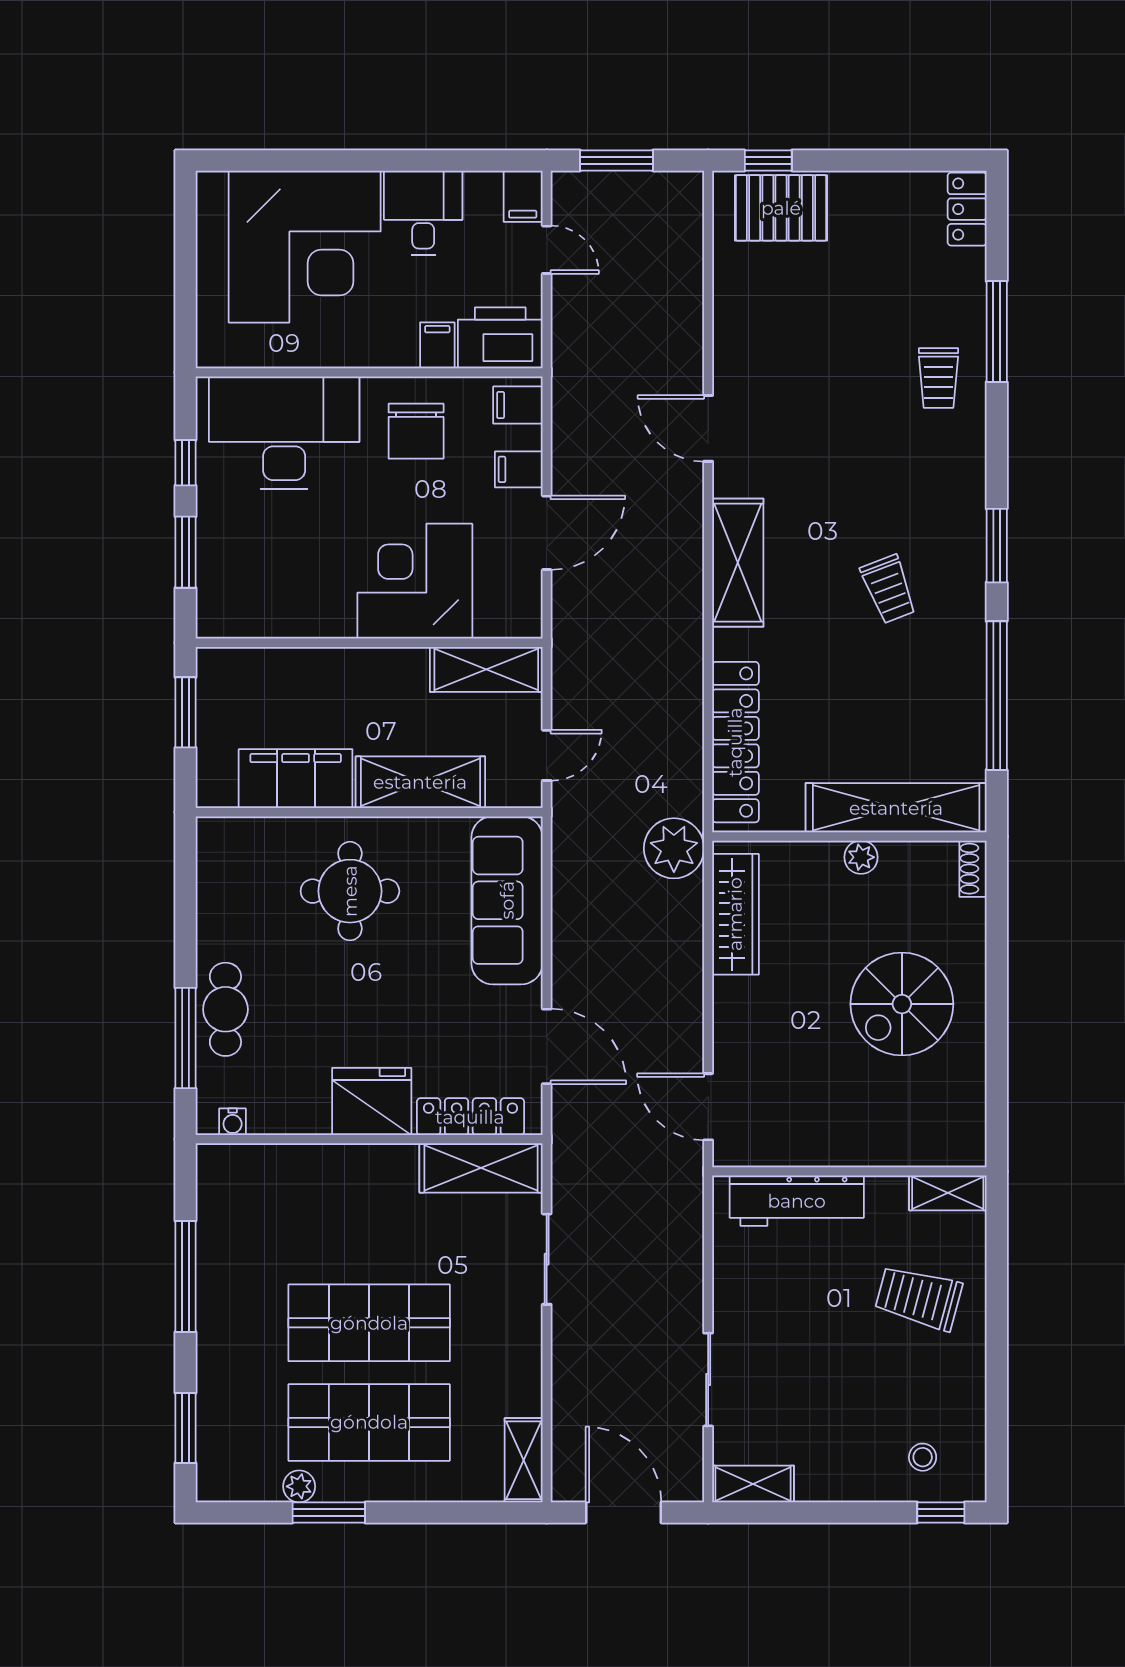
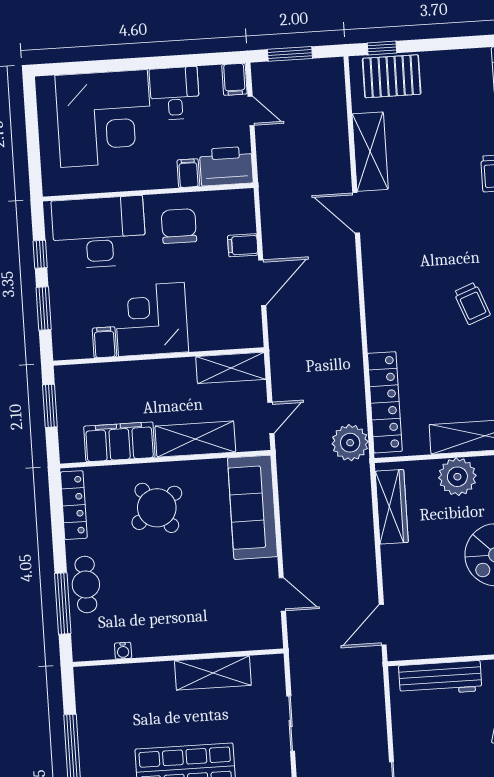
filing cabinet: (518, 405) -> (105, 342), moved, turned 90
chair: (416, 431) -> (179, 226), turned 180
shelving: (738, 563) -> (370, 152), moved
corner desk: (415, 581) -> (151, 319), moved
plant: (674, 848) -> (350, 443), moved
plant: (861, 857) -> (457, 477), width x1.87, depth x1.87
round table: (350, 891) -> (157, 508), turned -36
door: (547, 1046) -> (282, 594), width x0.73
fridge: (372, 1102) -> (178, 635), removed
door: (708, 1107) -> (383, 625), hinge flipped
locker: (470, 1117) -> (74, 505), moved, turned 90
water cooler: (233, 1122) -> (123, 651), moved
shelving: (481, 1168) -> (213, 673), moved

